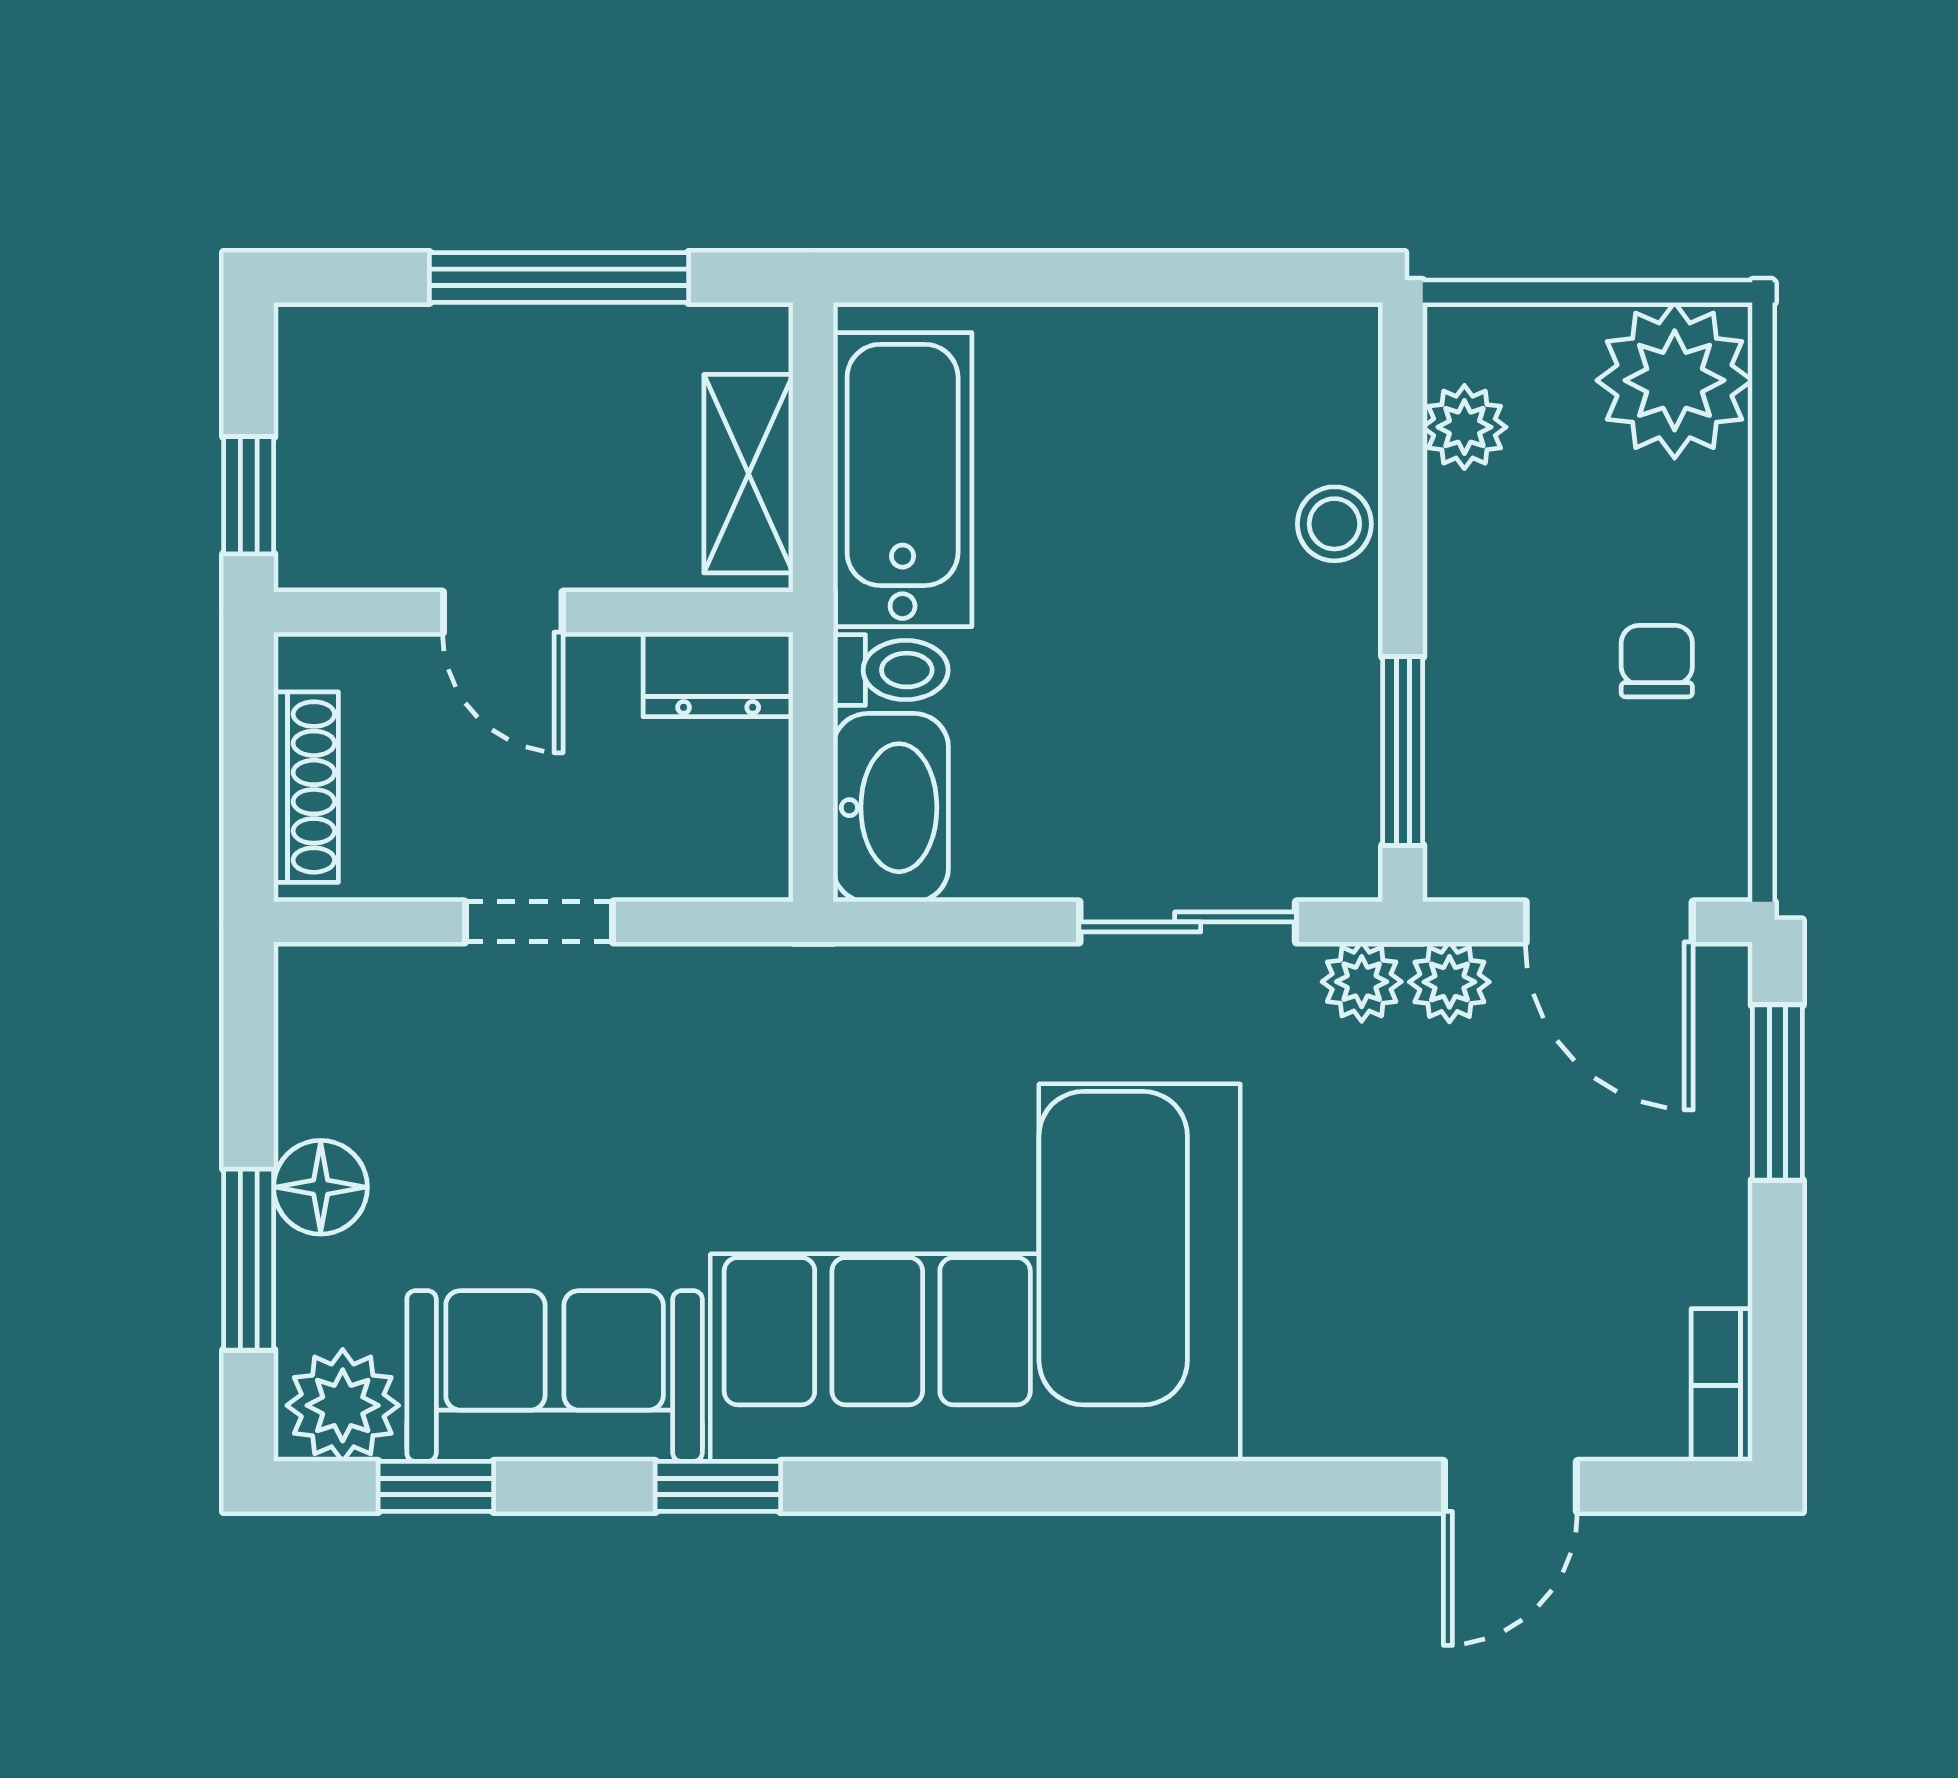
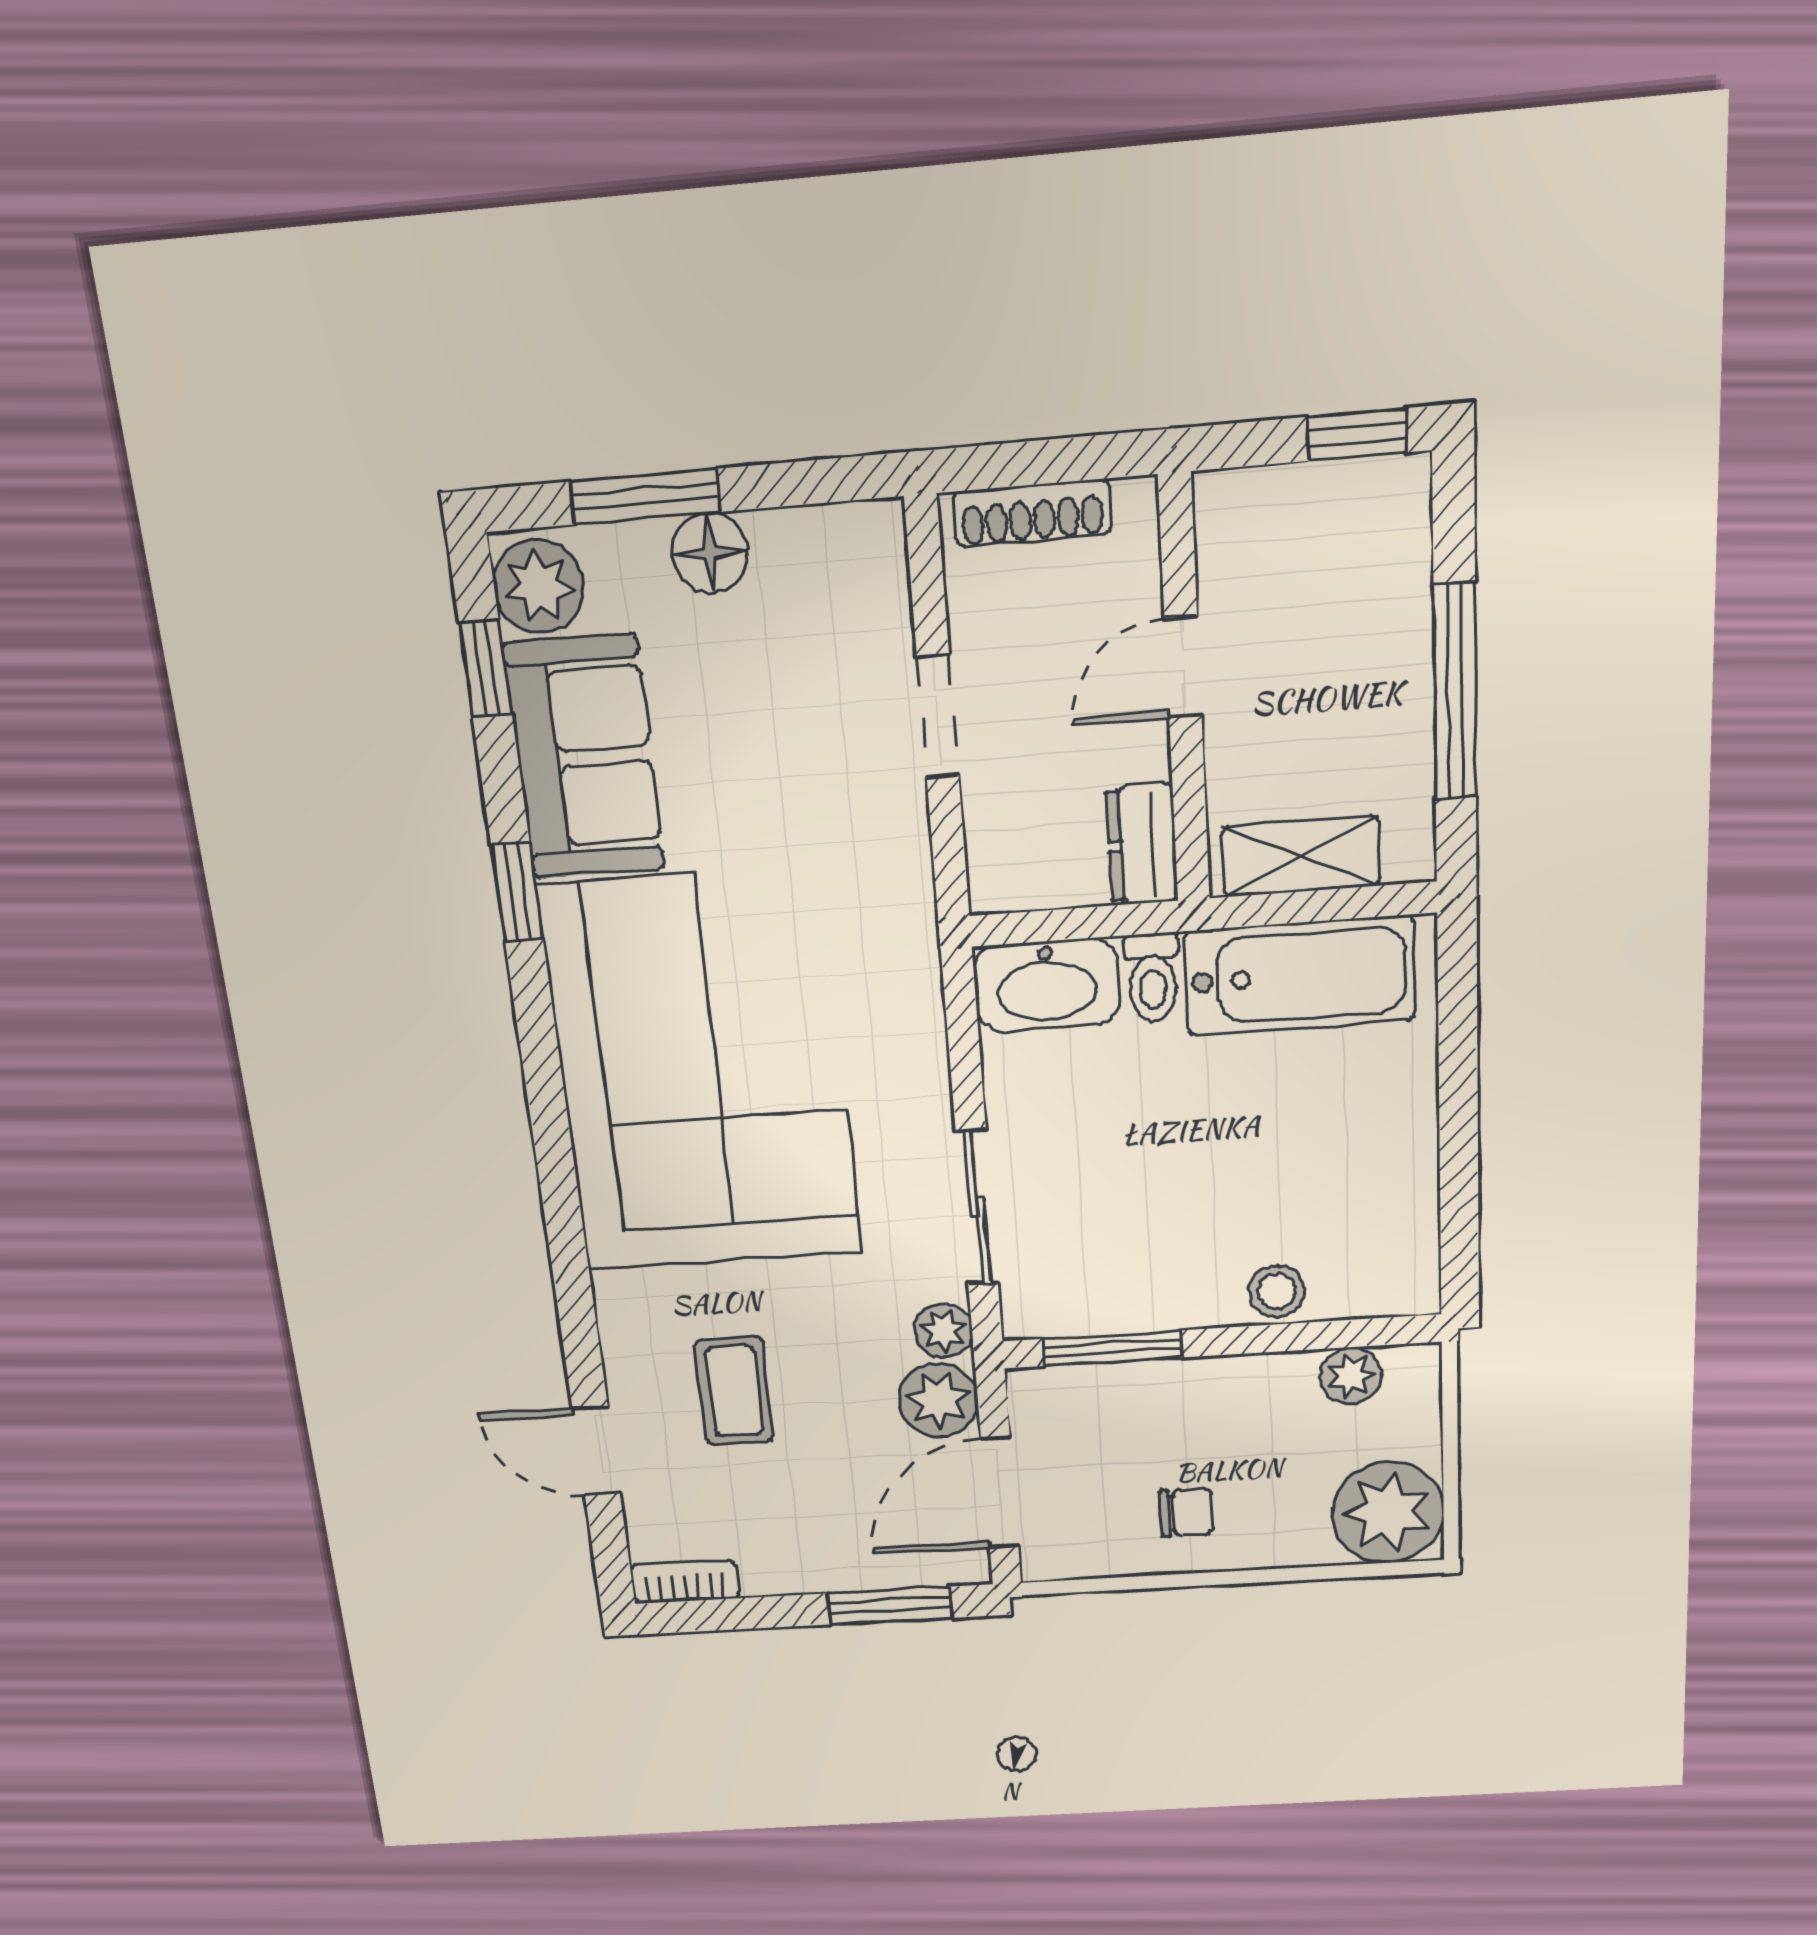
window: (249, 495) -> (1357, 435), moved
plant: (1449, 982) -> (938, 1400), width x1.38, depth x1.38
coffee table: (1432, 1280) -> (735, 1391), added

